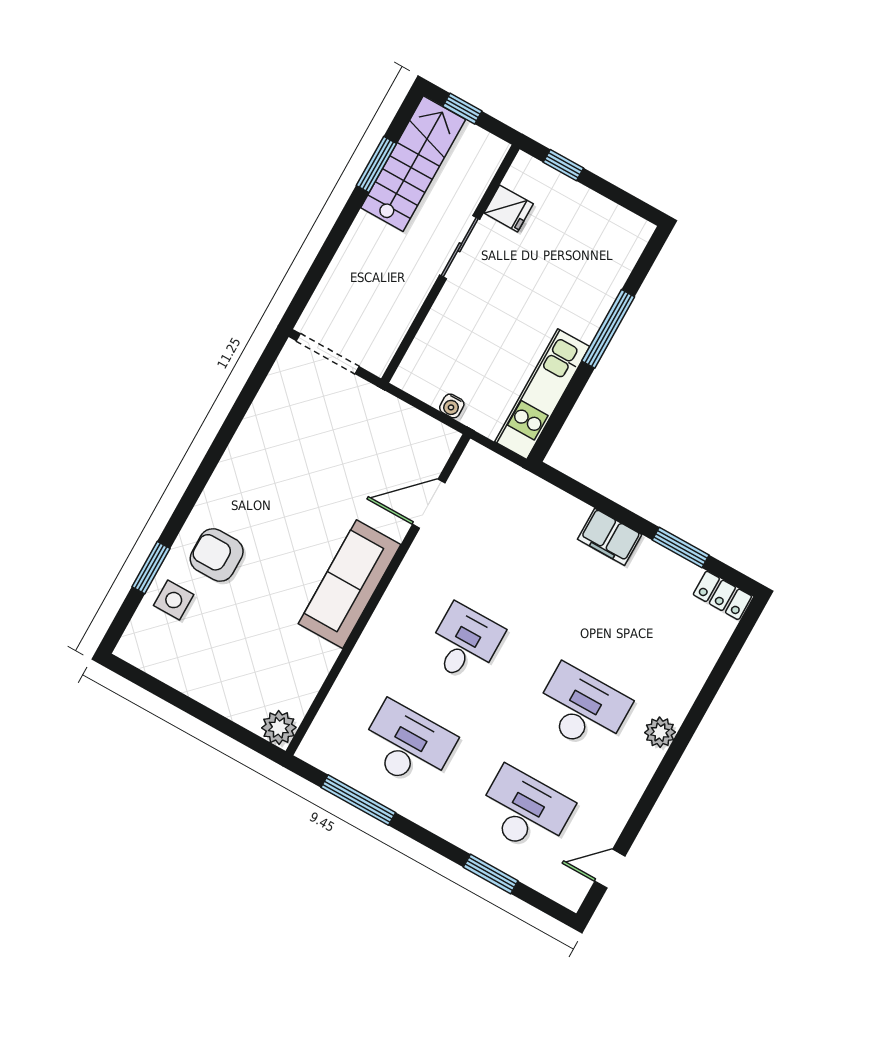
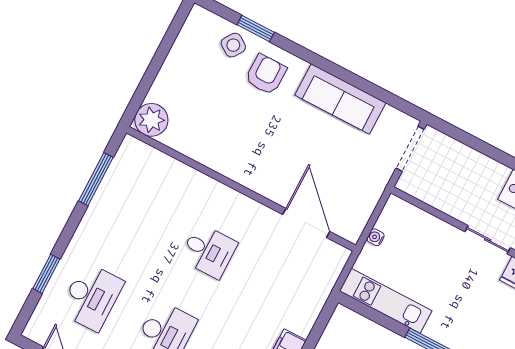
door: (429, 504) -> (306, 223), width x1.36
sofa: (350, 584) -> (340, 99), moved, turned 180
side table: (174, 600) -> (233, 45), turned 34
plant: (279, 728) -> (151, 120), width x1.36, depth x1.36
desk: (407, 745) -> (135, 213), removed

